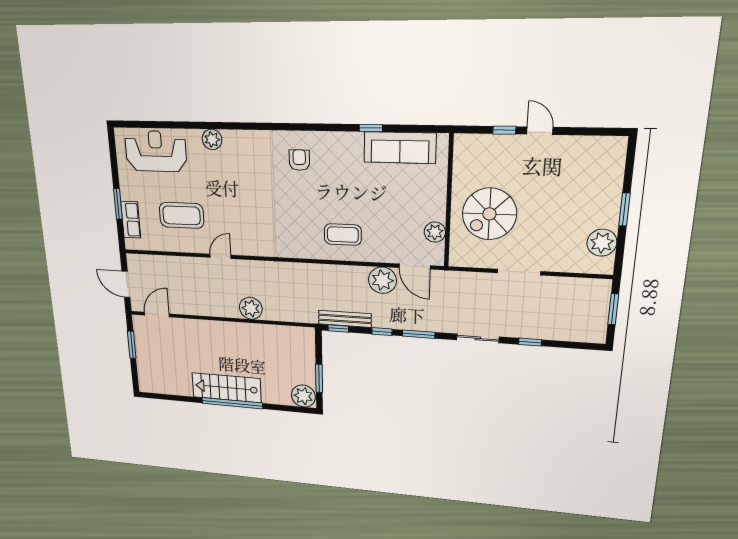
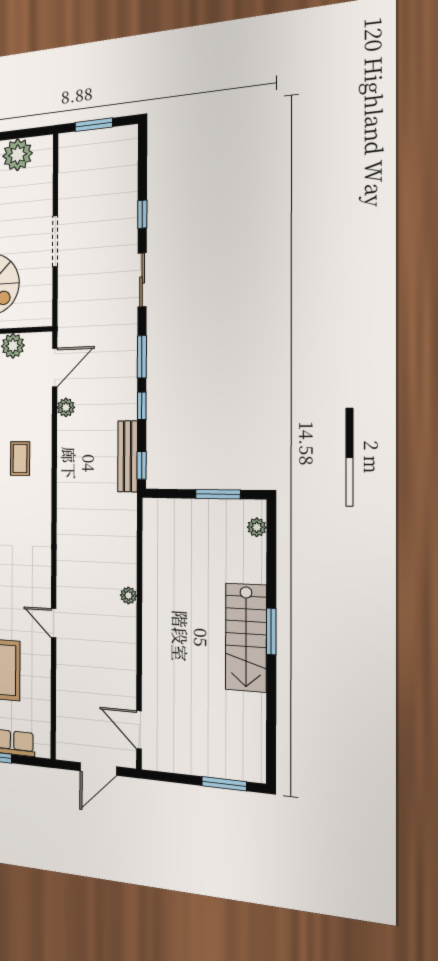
coffee table: (343, 235) -> (20, 459), width x0.73, depth x0.77
plant: (382, 280) -> (66, 407), width x0.53, depth x0.53
plant: (251, 308) -> (128, 595), width x0.53, depth x0.53
window: (132, 345) -> (224, 784), moved
plant: (303, 396) -> (257, 527), width x0.53, depth x0.53
window: (232, 403) -> (271, 631), width x0.47

